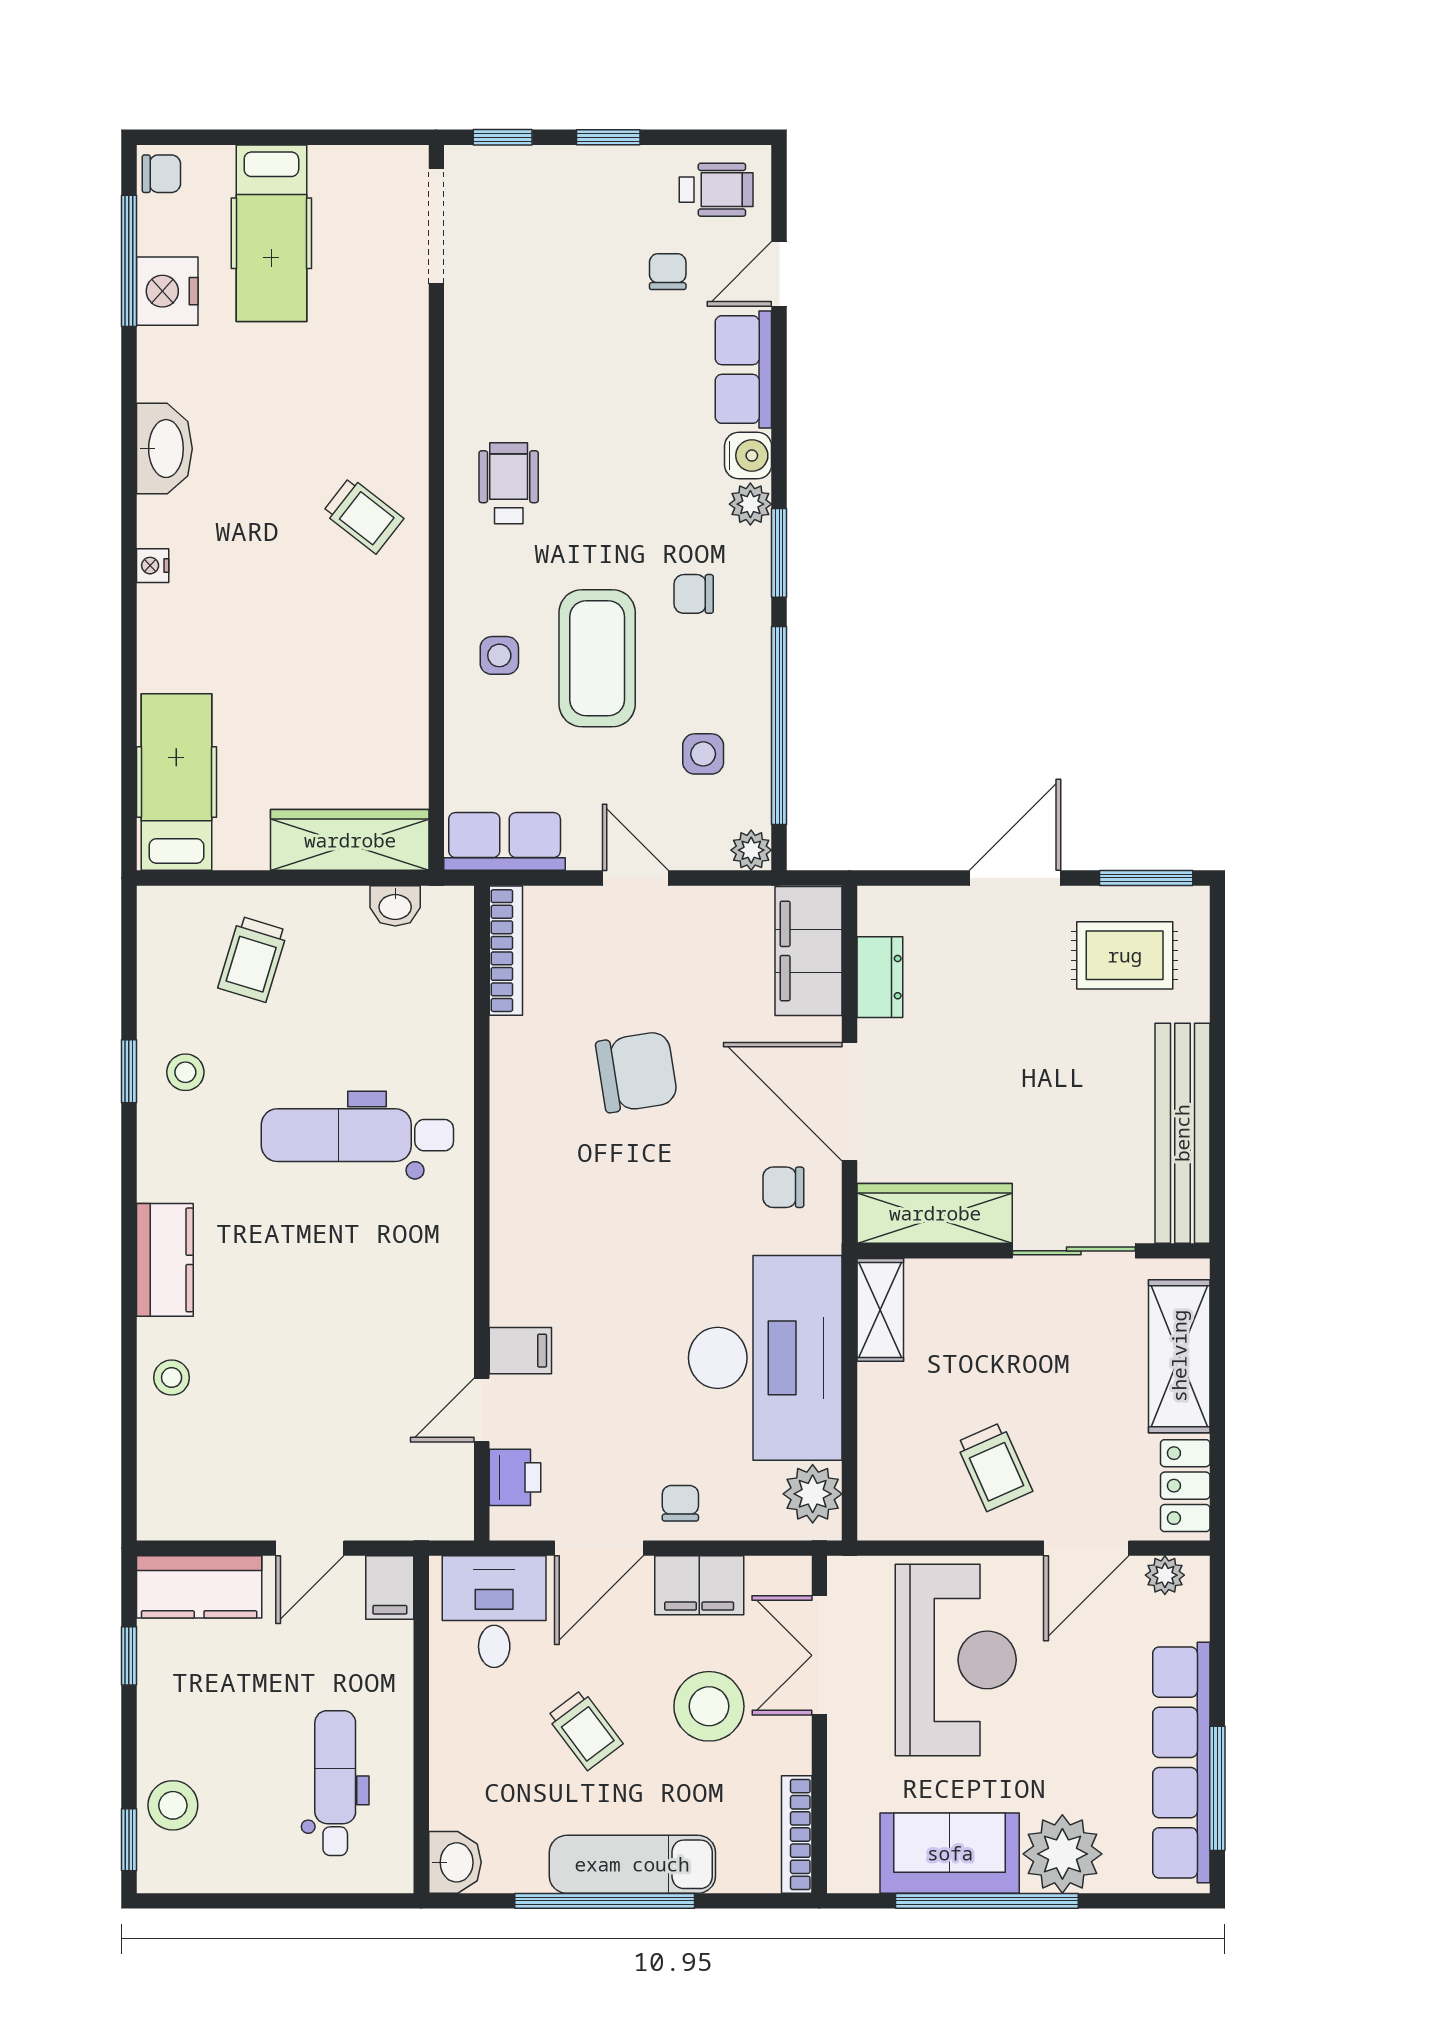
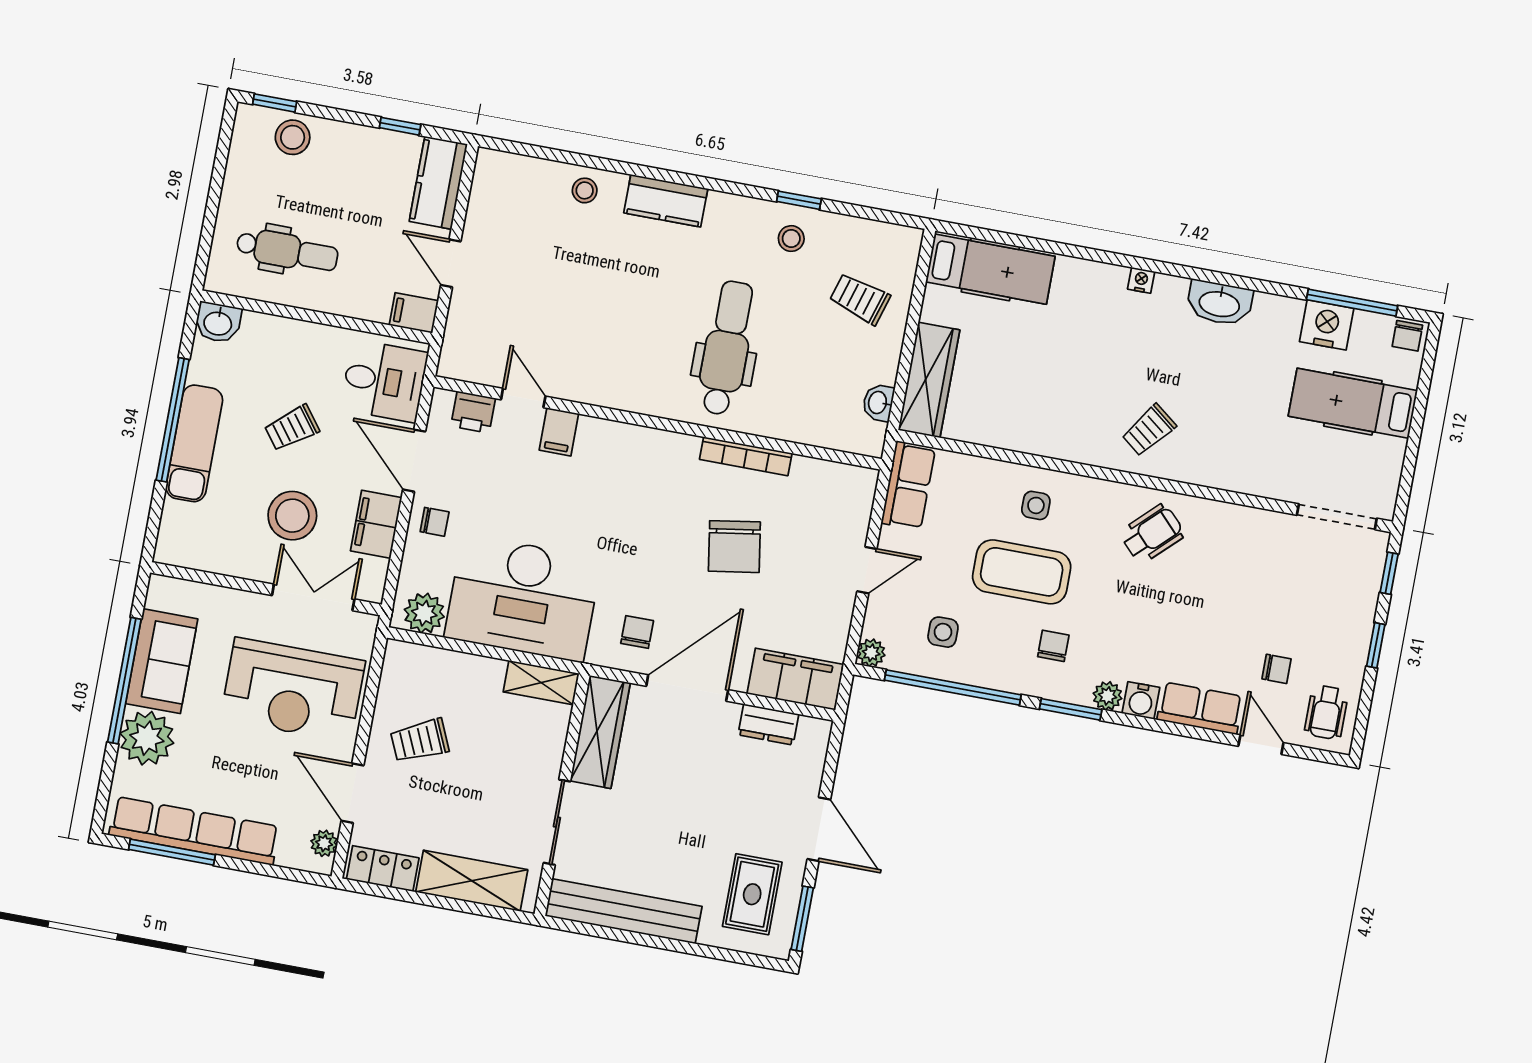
wheelchair: (509, 483) -> (1152, 534), turned -44
bookcase: (506, 951) -> (746, 456), moved
bookcase: (797, 1835) -> (194, 559), removed

